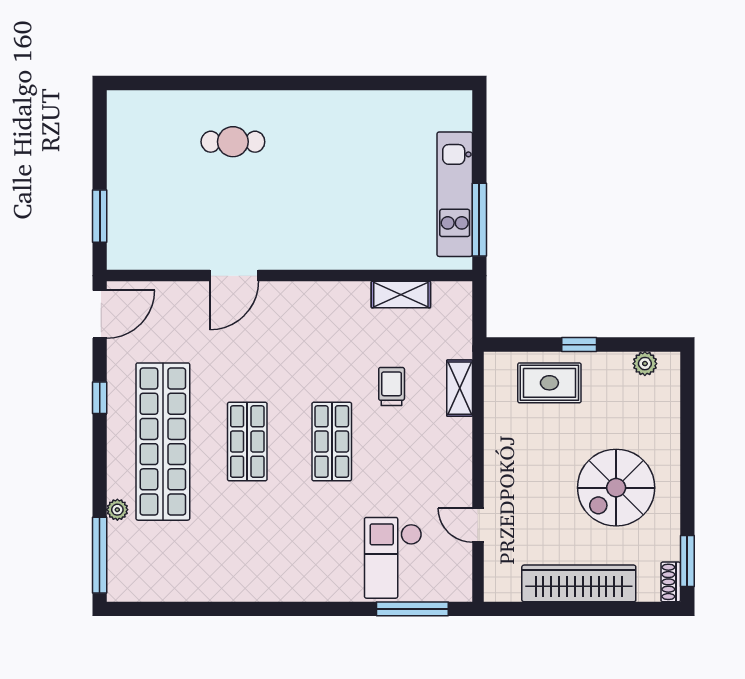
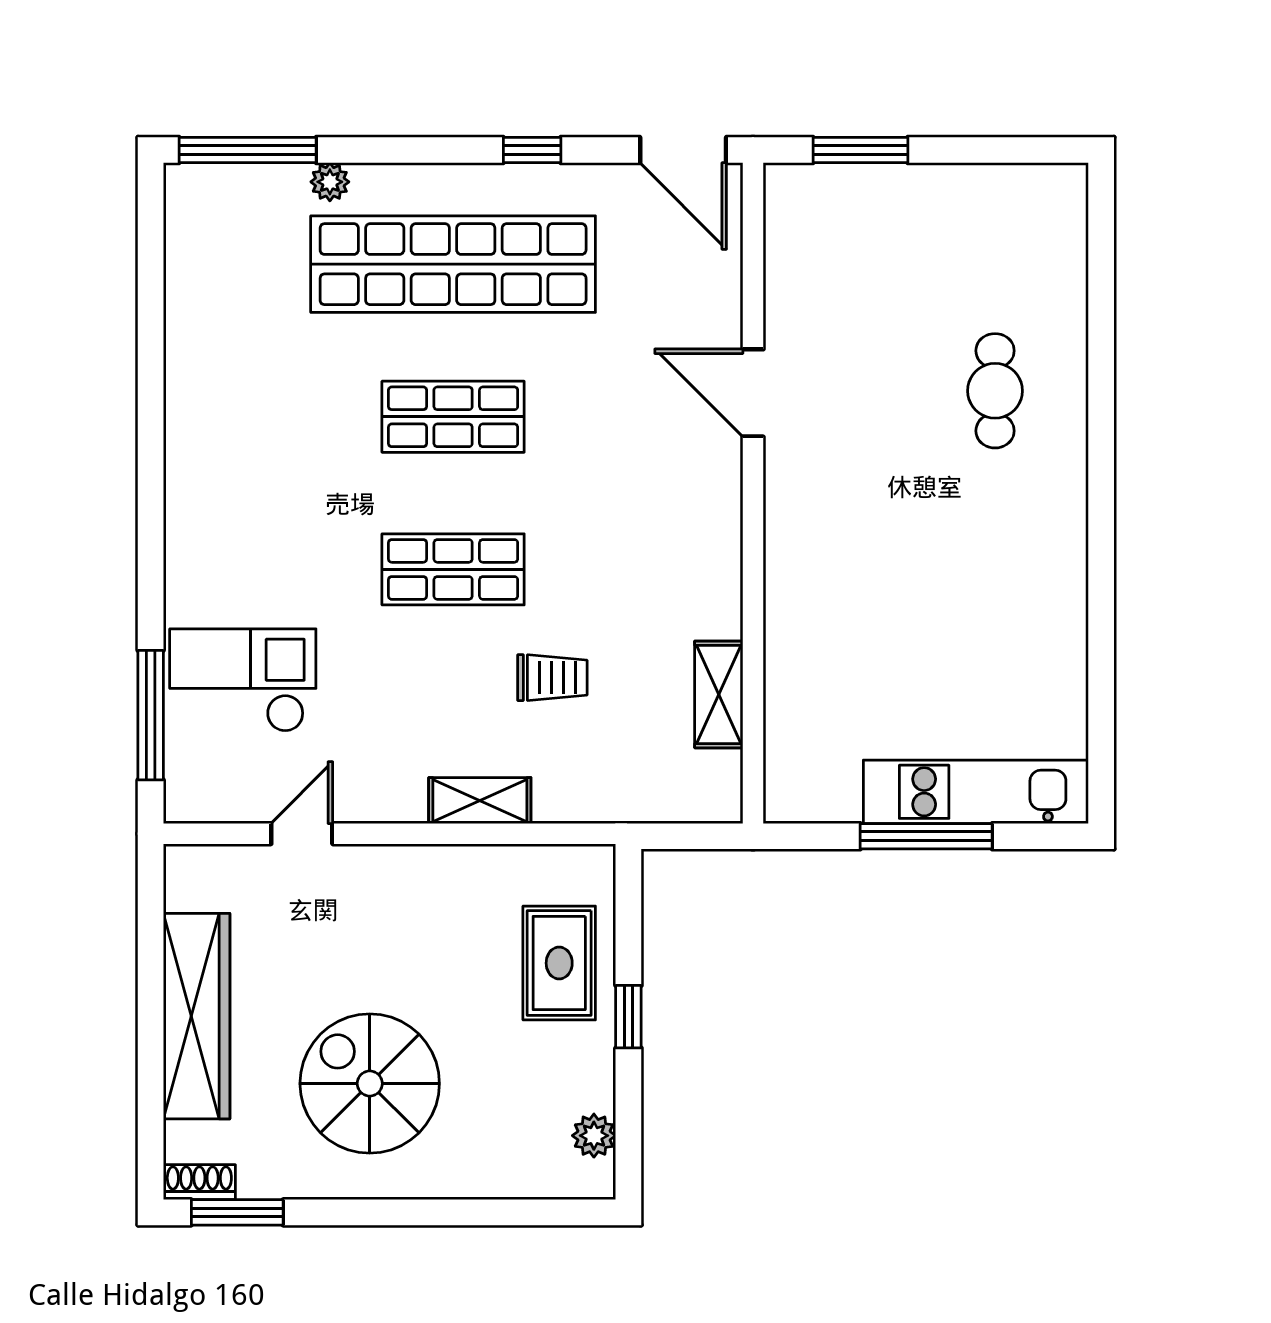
kitchen unit: (455, 194) -> (976, 792), moved
window: (479, 220) -> (926, 836), moved
shelving: (460, 388) -> (480, 801), moved

